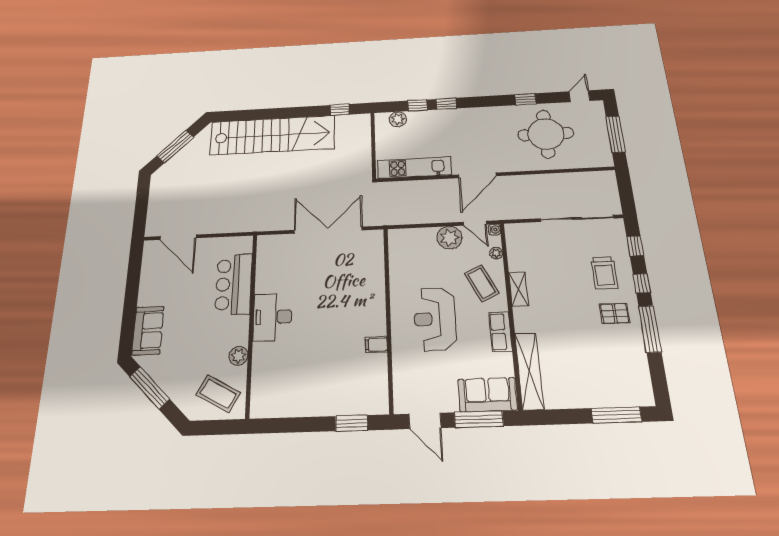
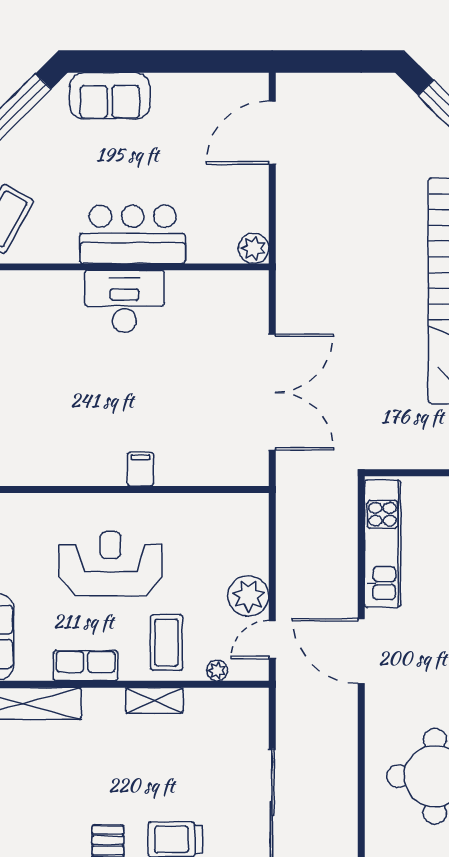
water cooler: (494, 230) -> (259, 671), removed
coffee table: (482, 283) -> (167, 643), turned -64
bar counter: (234, 284) -> (133, 234), moved
filing cabinet: (376, 344) -> (141, 469), moved
plant: (238, 356) -> (254, 248), moved

